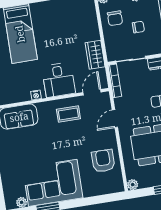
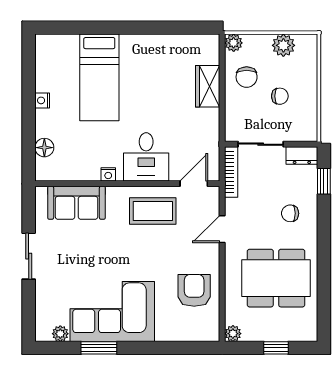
wardrobe: (95, 55) -> (208, 86), moved
coffee table: (68, 114) -> (153, 211), width x1.36, depth x1.30

